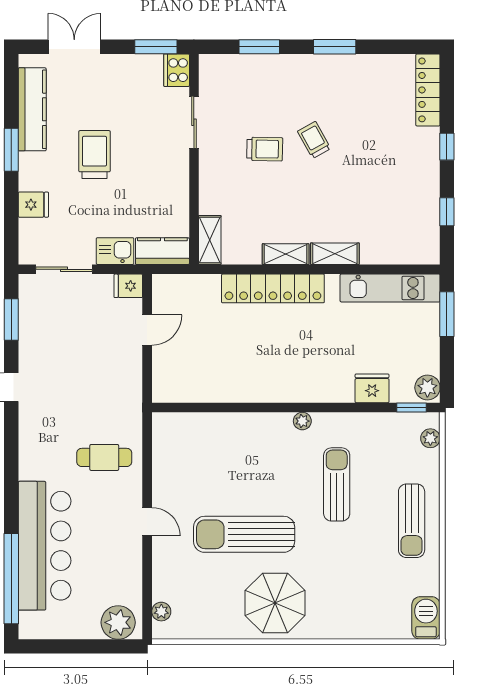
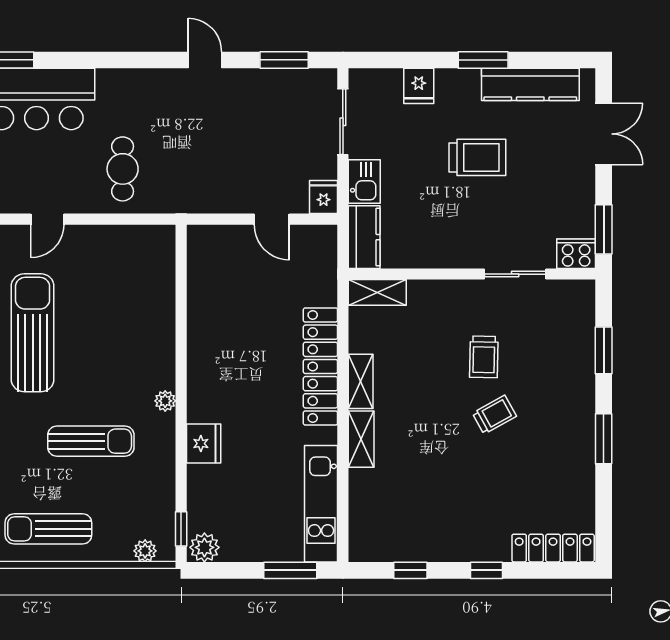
fridge: (372, 388) -> (204, 443), moved

